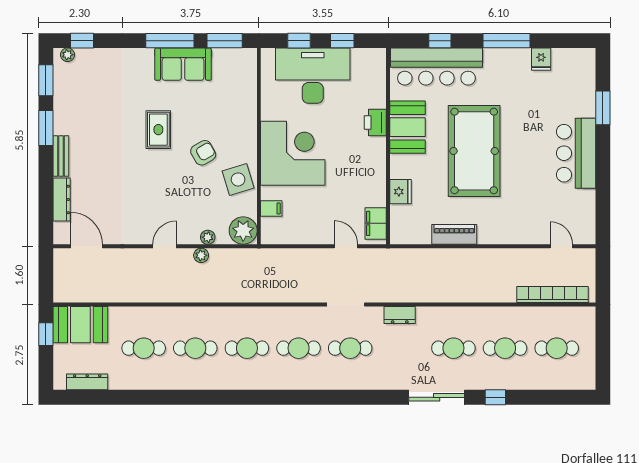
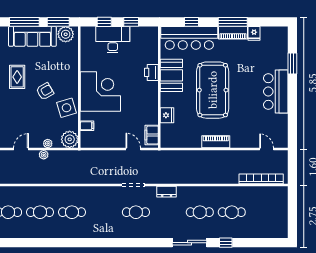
piano: (507, 58) -> (233, 33), added
plant: (237, 61) -> (66, 34), added
sofa: (183, 64) -> (32, 36), width x1.36
desk: (313, 76) -> (113, 40), width x0.73, depth x0.77
piano: (454, 234) -> (216, 142), moved
cafe table: (299, 348) -> (104, 212), removed
cafe table: (557, 348) -> (264, 212), removed

